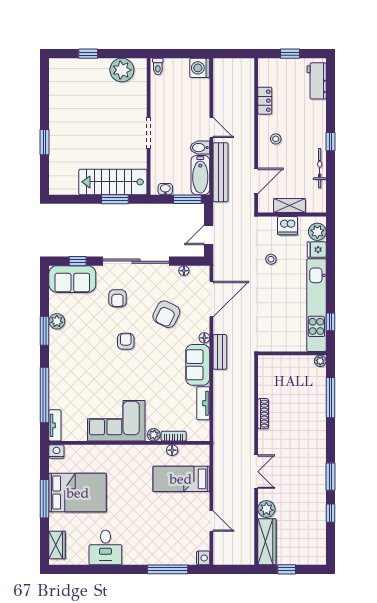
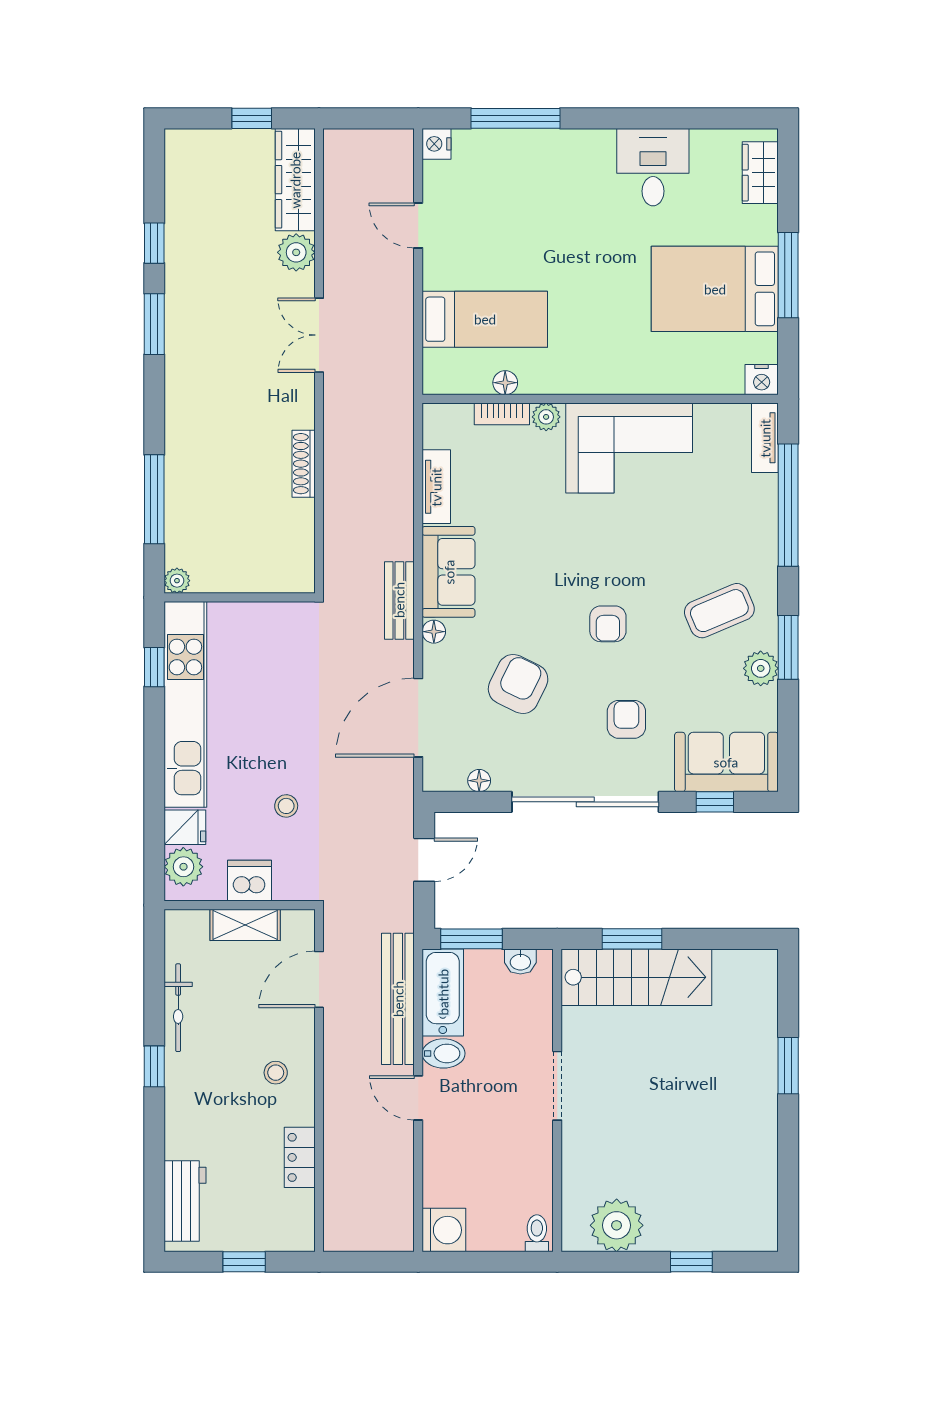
coffee table: (75, 347) -> (719, 611), added

